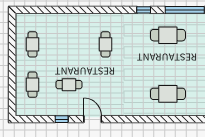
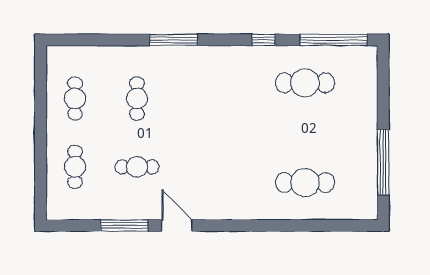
window: (91, 10) -> (174, 40), added
cafe table: (106, 44) -> (137, 99), moved
window: (62, 119) -> (124, 225), width x2.17

